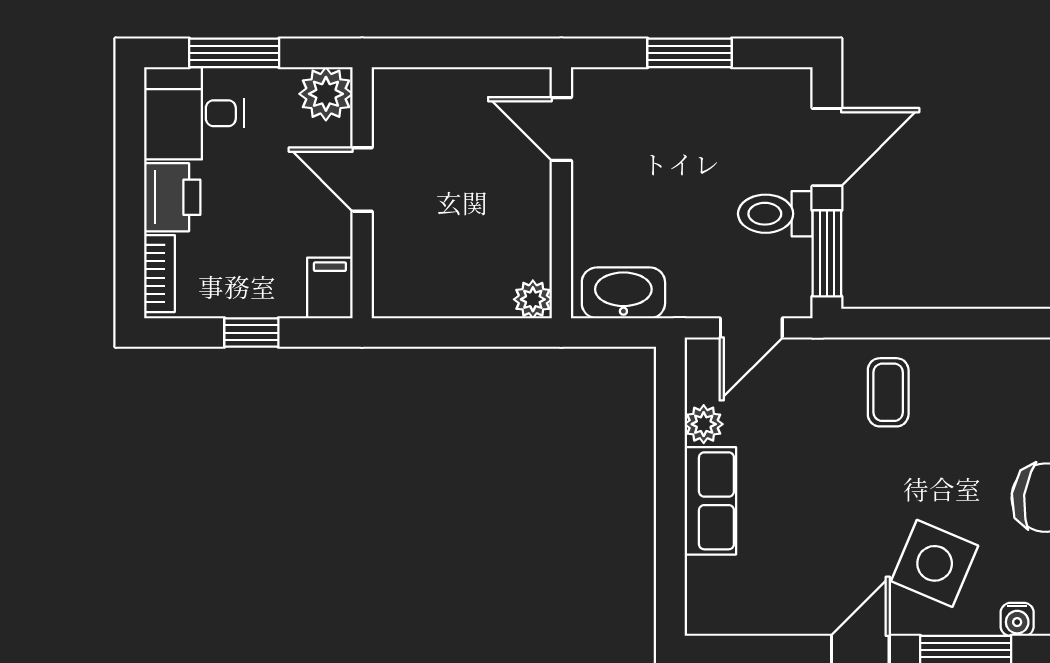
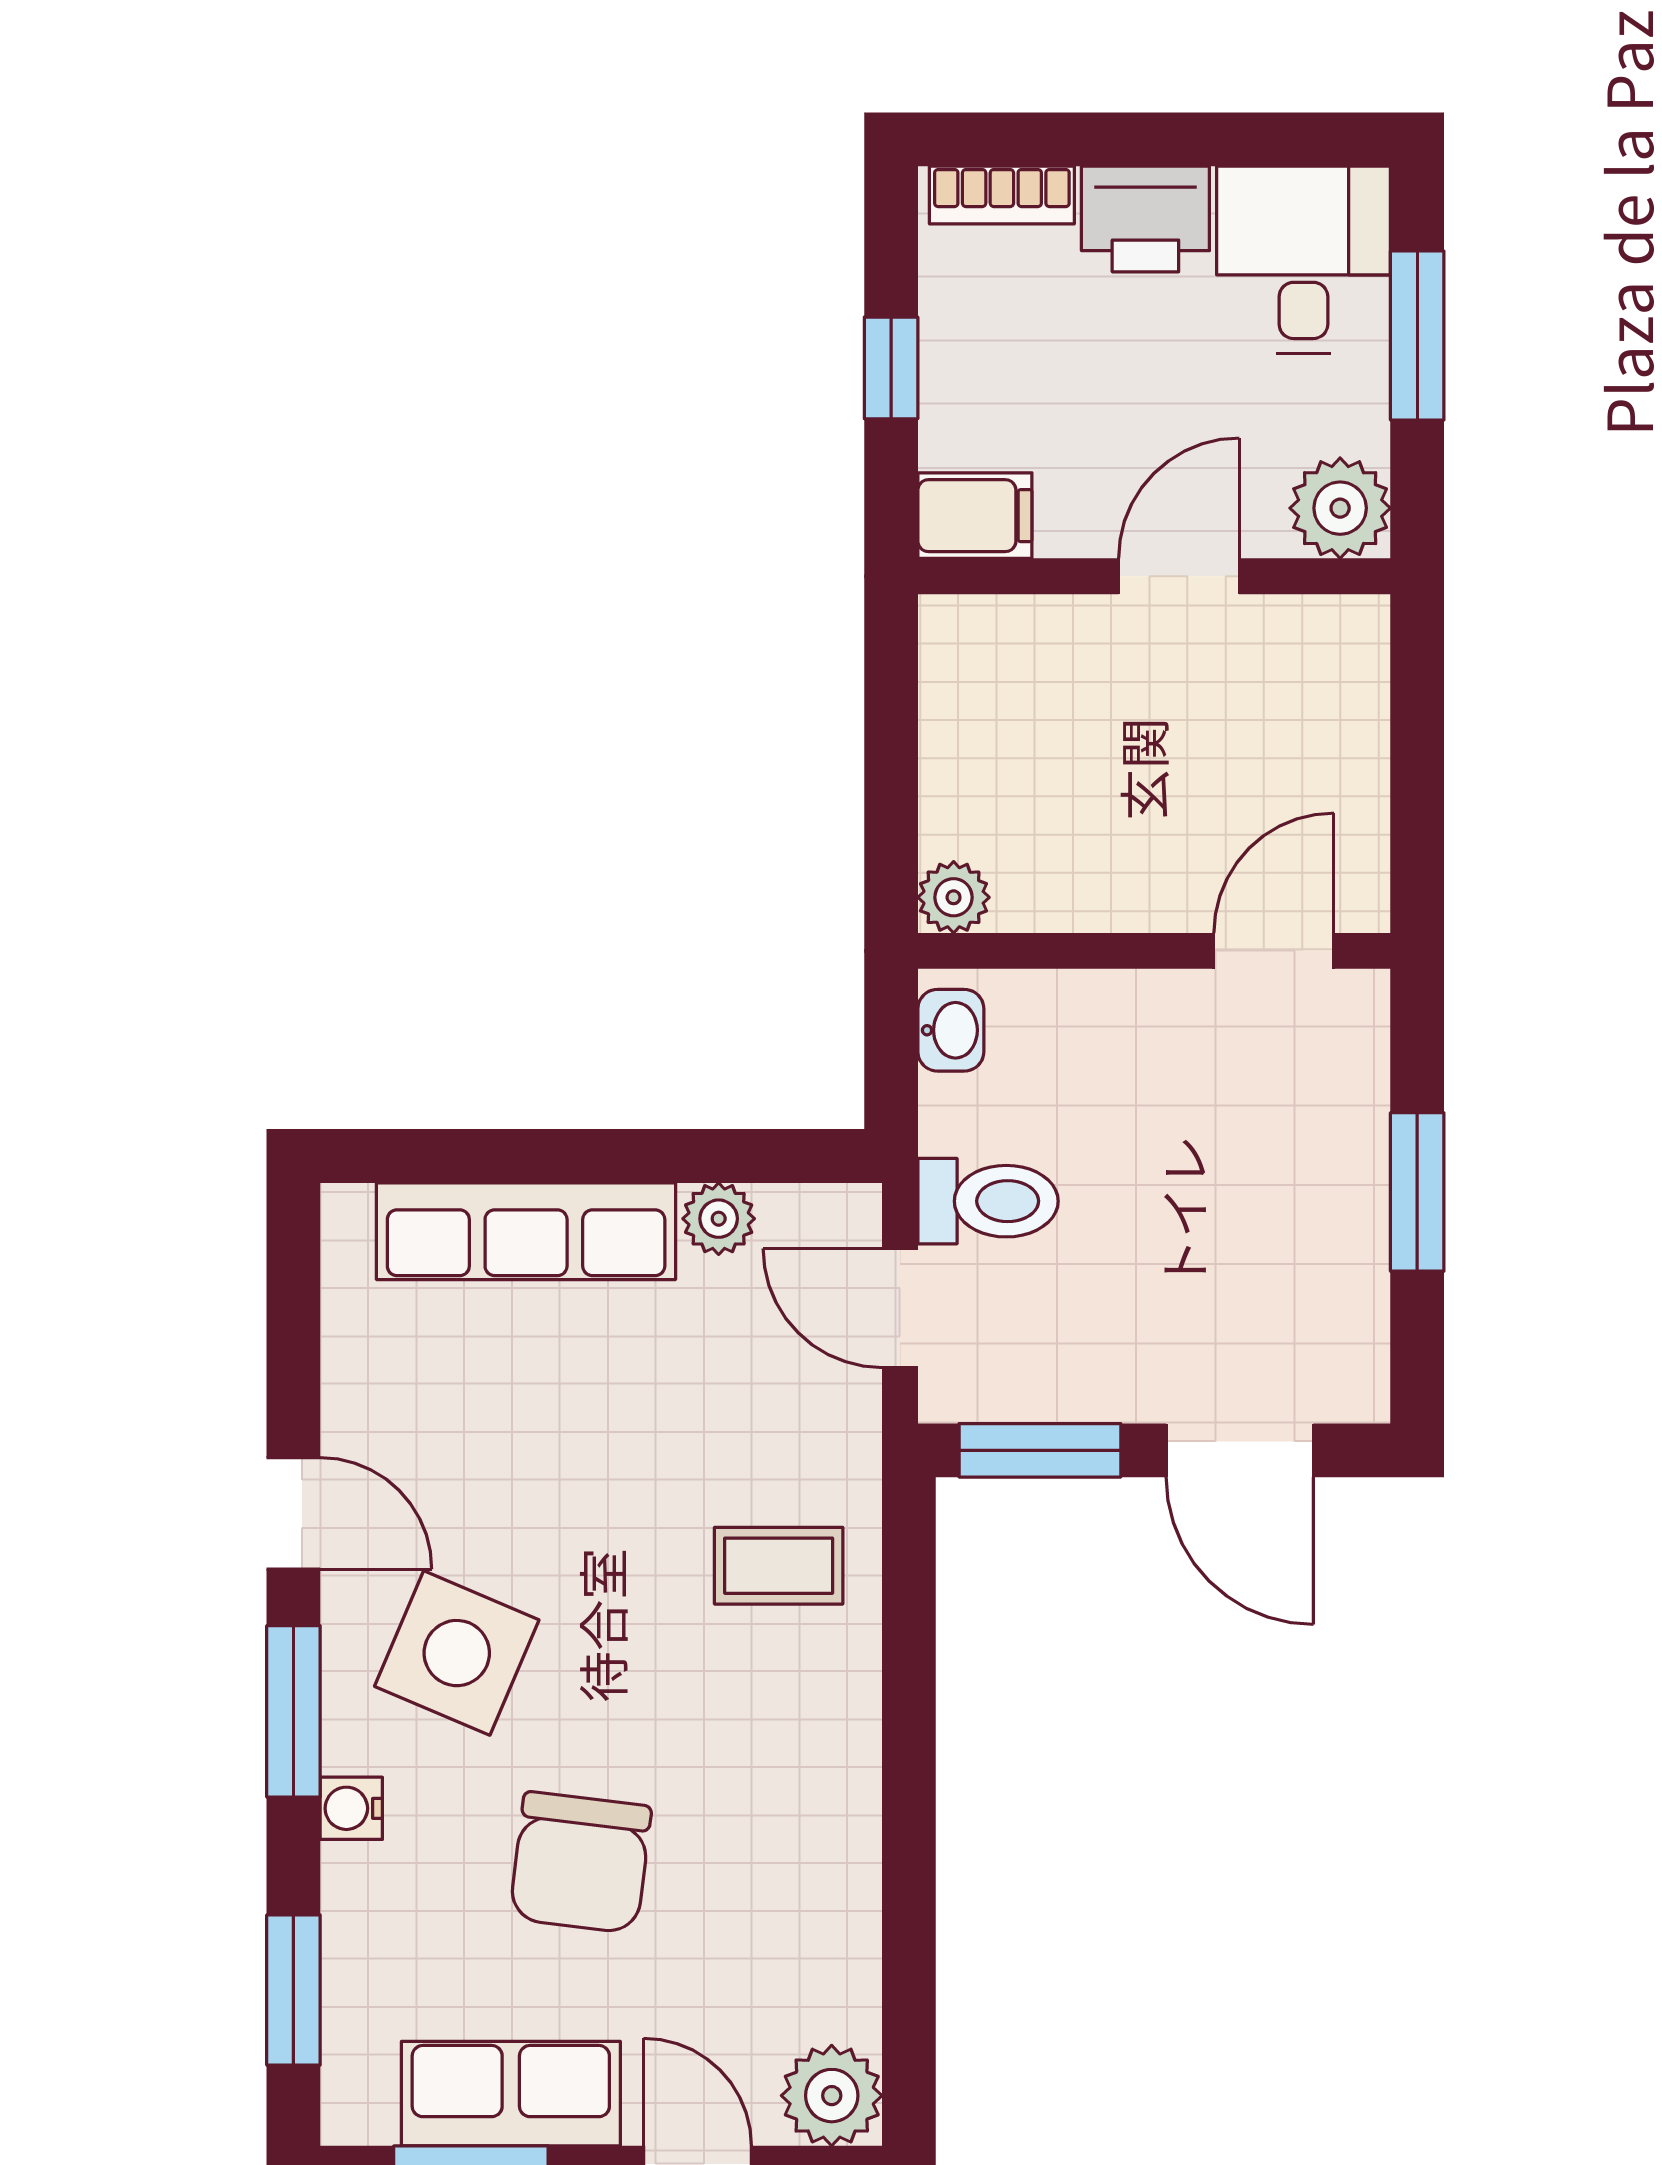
toilet: (775, 214) -> (988, 1201), moved, turned 90
washbasin: (623, 293) -> (951, 1030), width x0.52, depth x0.69
row of seats: (710, 501) -> (526, 1231), width x1.48

